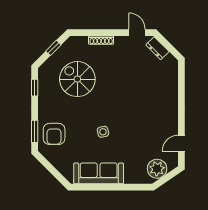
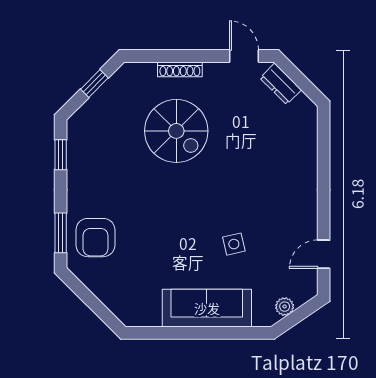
spiral stairs: (77, 79) -> (176, 131), moved, turned 180
side table: (103, 132) -> (234, 244), moved
plant: (157, 169) -> (285, 307), width x0.53, depth x0.53
sofa: (99, 173) -> (207, 308), moved

